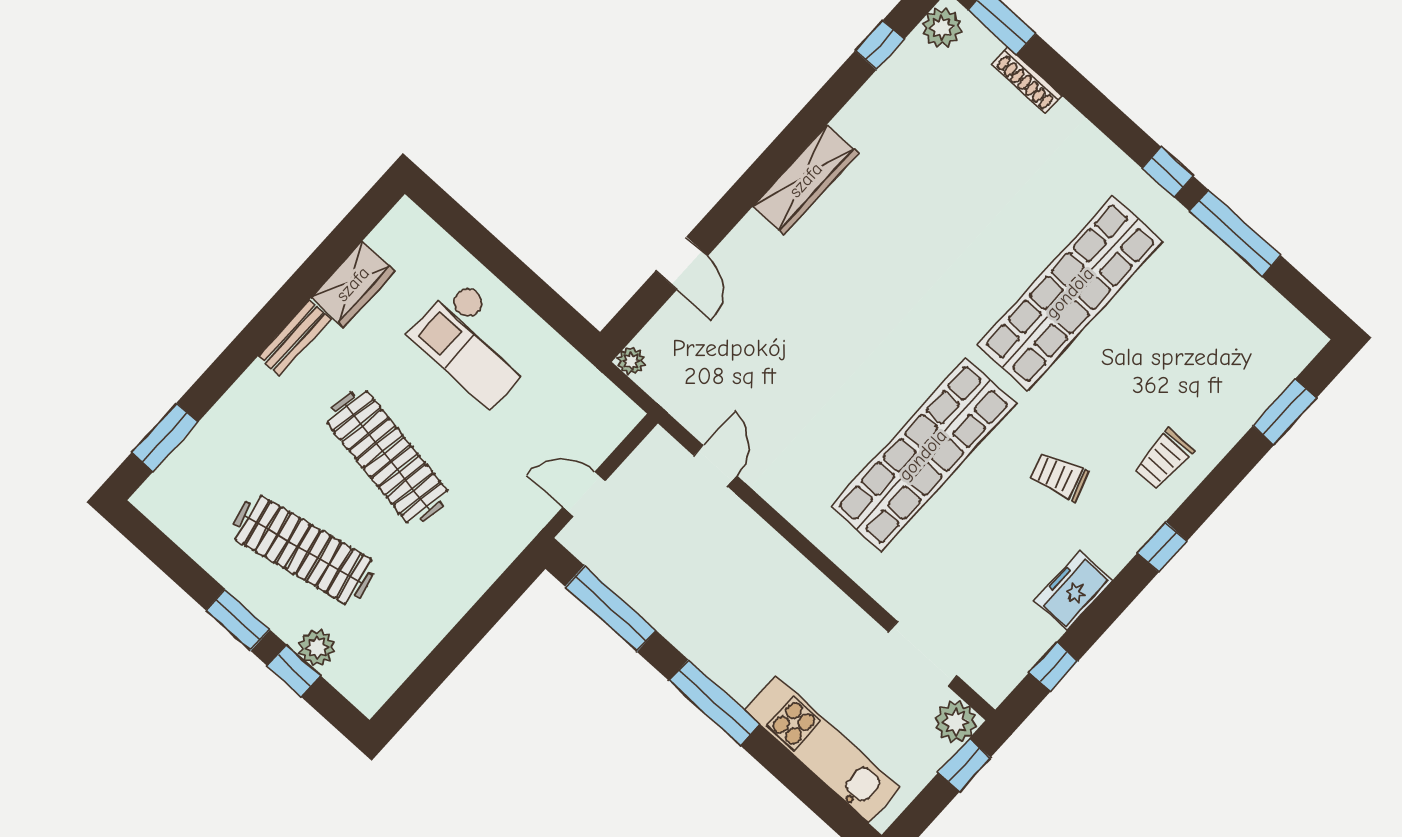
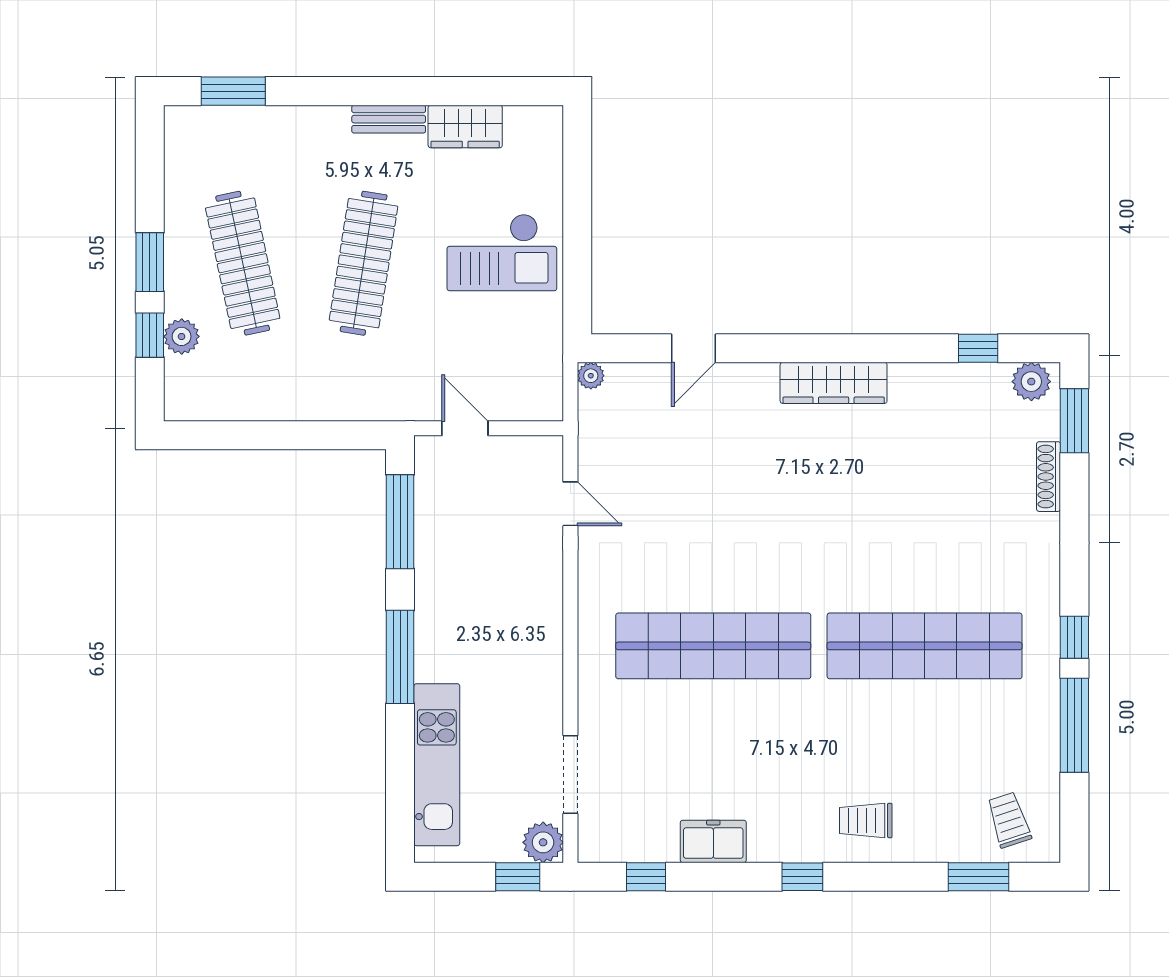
checkout: (475, 343) -> (502, 252), turned -90
door: (715, 466) -> (570, 504), hinge flipped
trolley: (1059, 477) -> (1009, 820), moved

